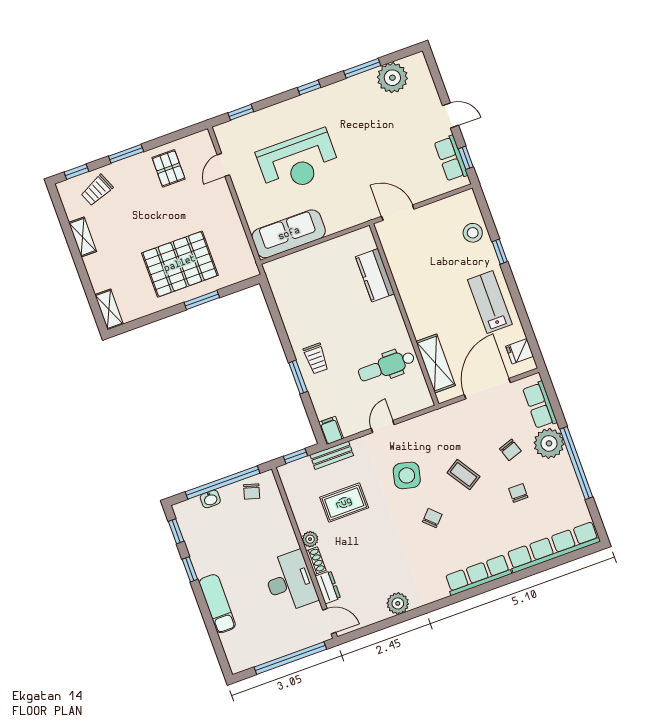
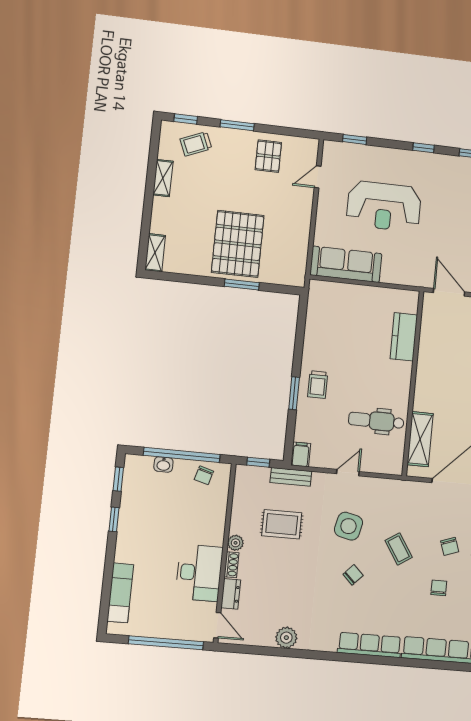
pallet: (180, 264) -> (238, 244), turned 90
exam couch: (217, 604) -> (120, 593), moved

